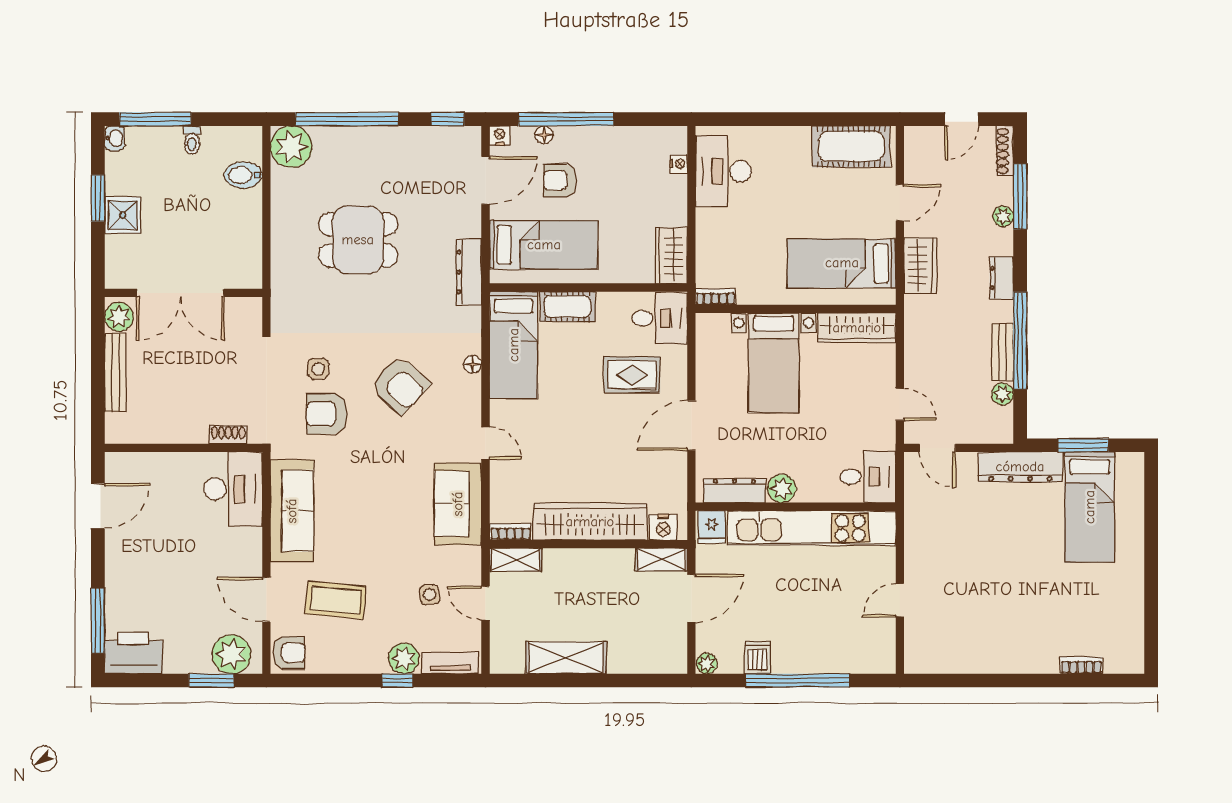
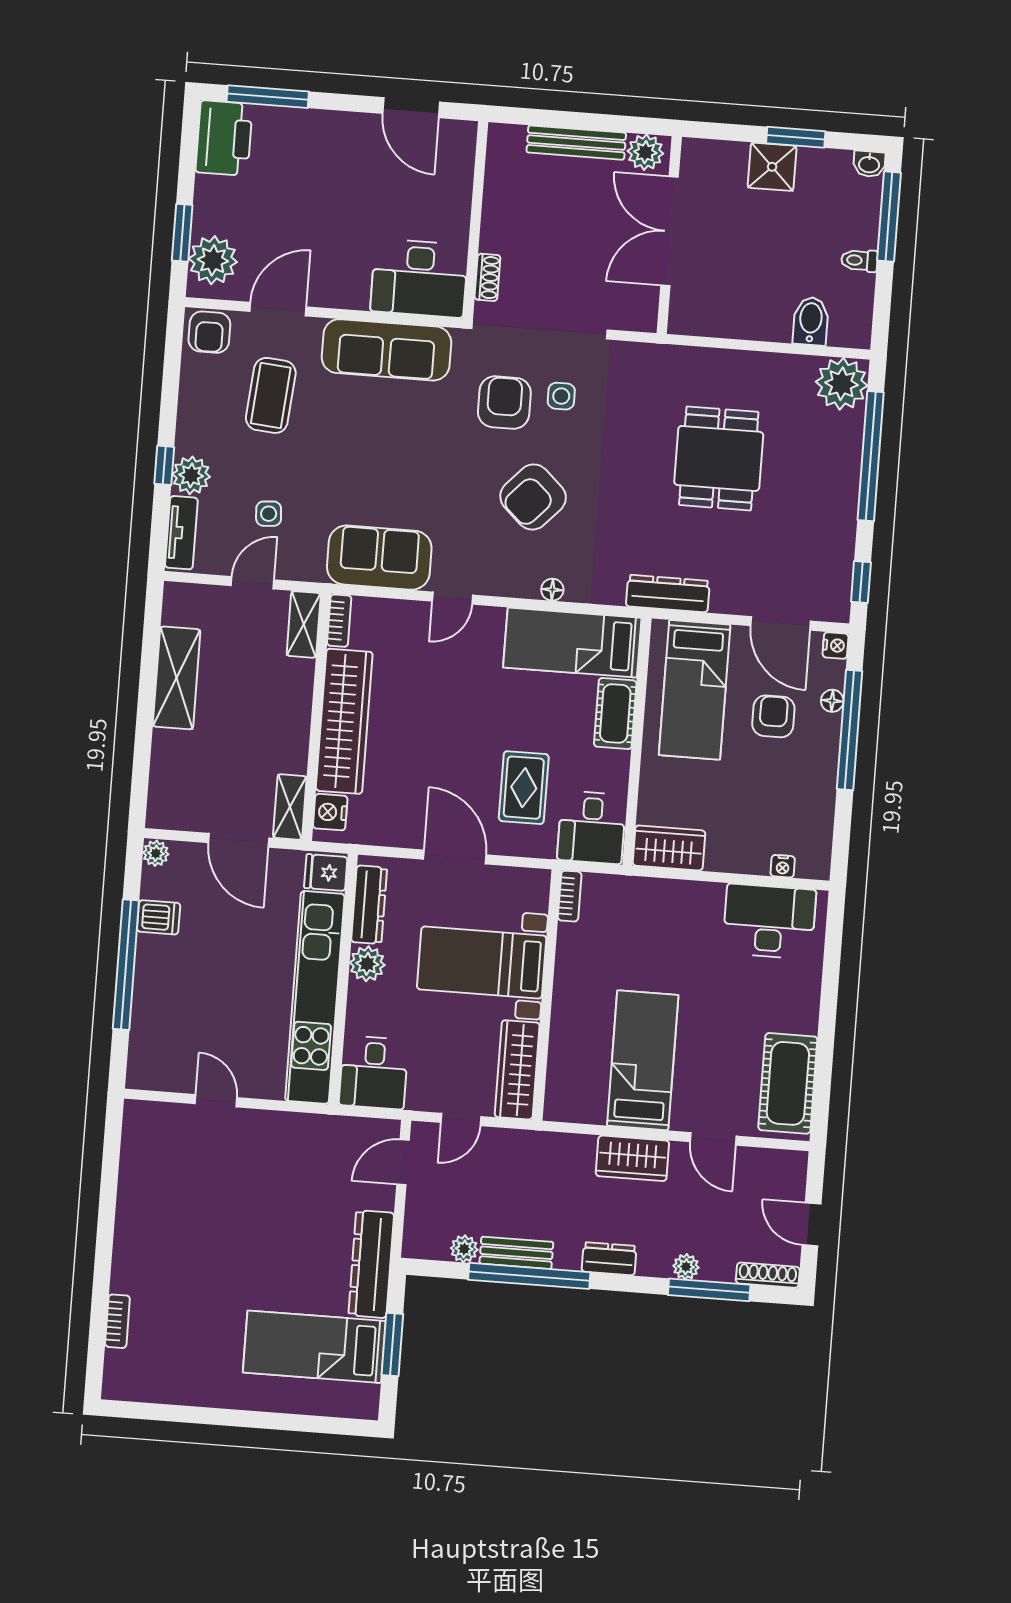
bookcase: (715, 297) -> (570, 896), moved
wall: (796, 309) -> (547, 995), moved
wardrobe: (857, 328) -> (517, 1070), moved
bed with nightstands: (774, 363) -> (482, 962), moved

